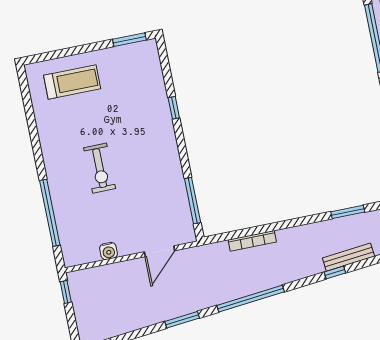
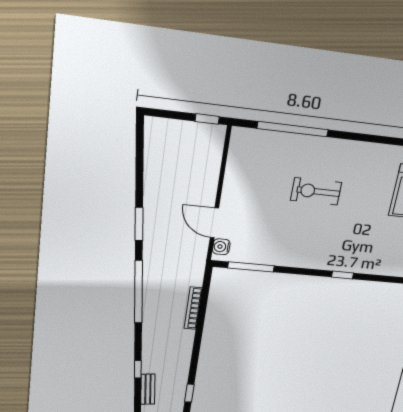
window: (348, 212) -> (189, 393), width x0.67
water cooler: (109, 251) -> (221, 247), moved
bench: (348, 257) -> (148, 389), width x0.73

